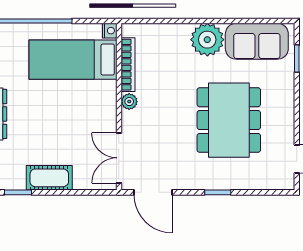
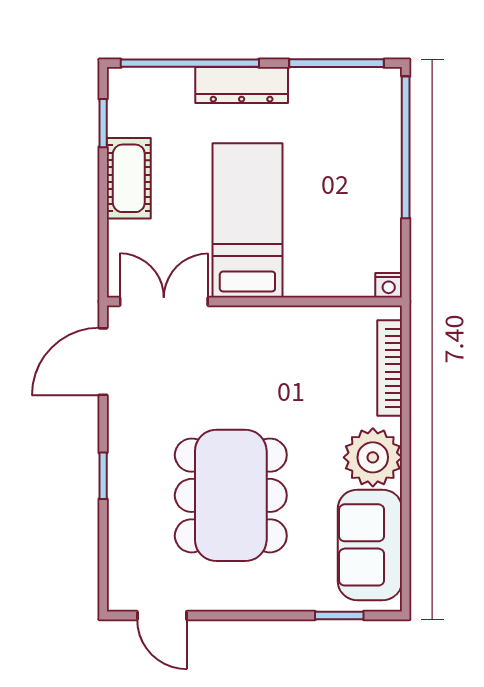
bed: (73, 60) -> (247, 220), moved
bookcase: (128, 65) -> (390, 368), moved, turned 90
plant: (129, 102) -> (264, 320), removed
dining table: (229, 120) -> (231, 495), turned 90

